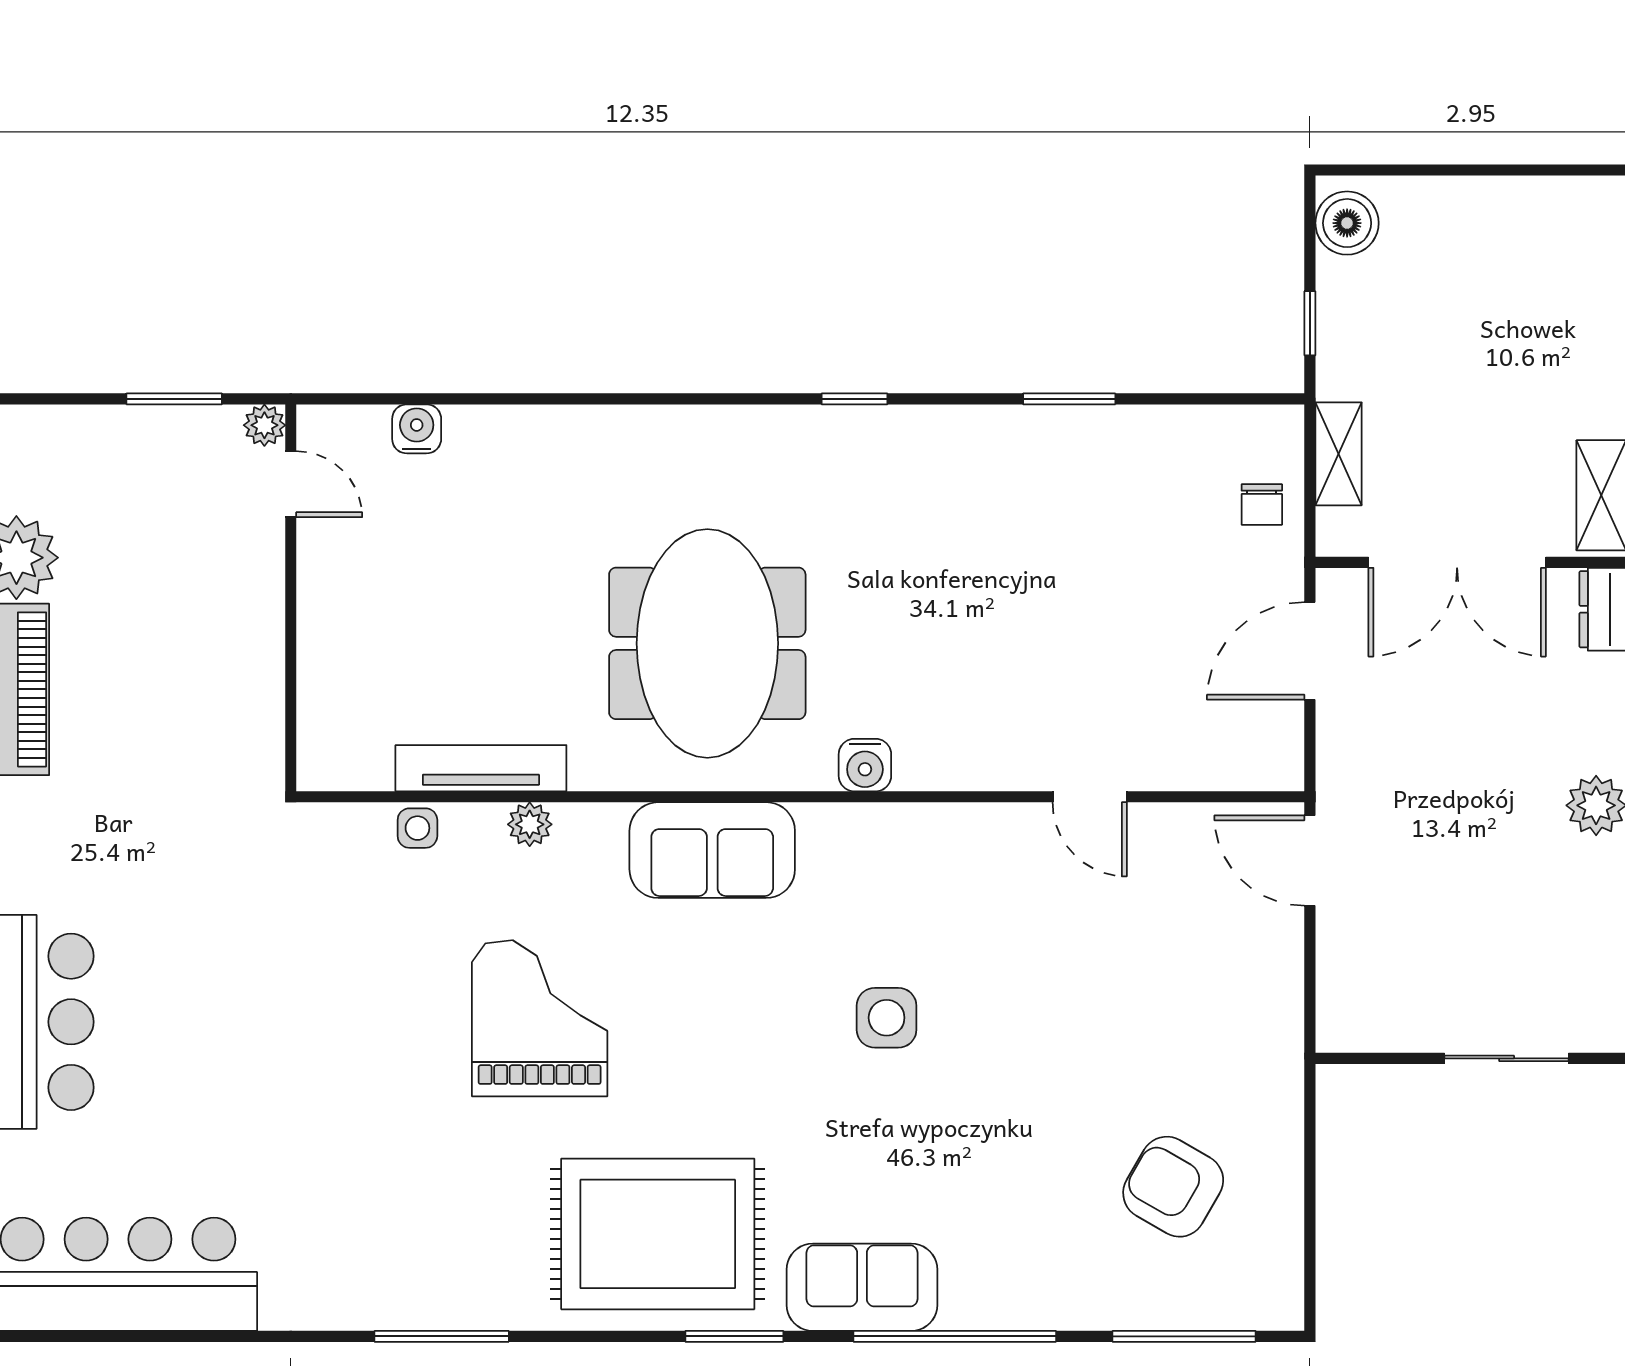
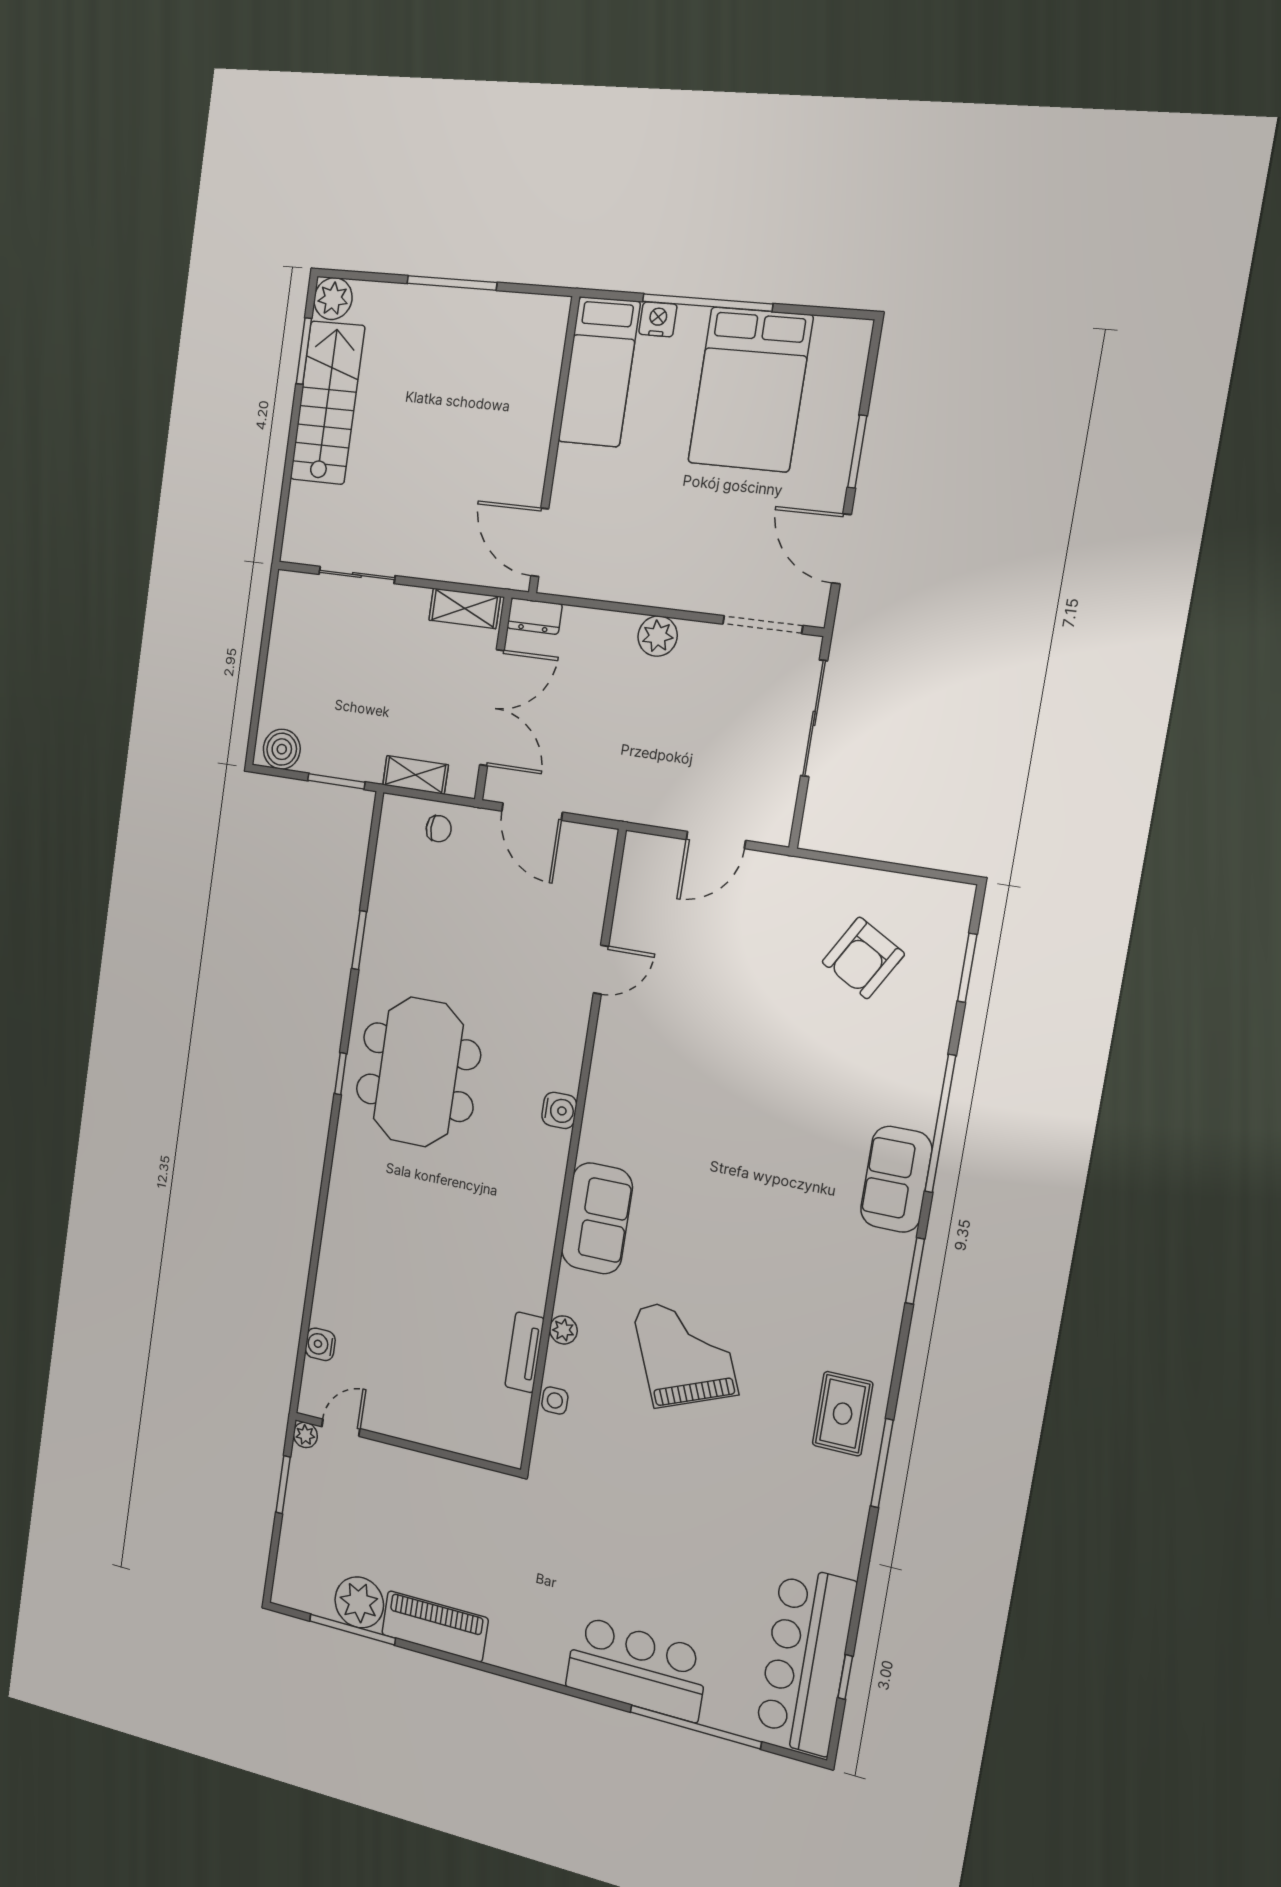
window: (1310, 323) -> (336, 781), width x1.50
meeting table: (707, 643) -> (418, 1072), moved, turned 90
tv unit: (481, 768) -> (525, 1352), width x0.71
door: (1310, 861) -> (716, 840), moved
grand piano: (540, 1018) -> (685, 1352), turned 68
side table: (887, 1018) -> (721, 1128), removed
sliding door: (1507, 1058) -> (814, 718), width x1.37
rug: (658, 1234) -> (843, 1414), moved, width x0.54, depth x0.49
window: (109, 1336) -> (845, 1677), added
window: (1184, 1336) -> (967, 968), width x0.69

